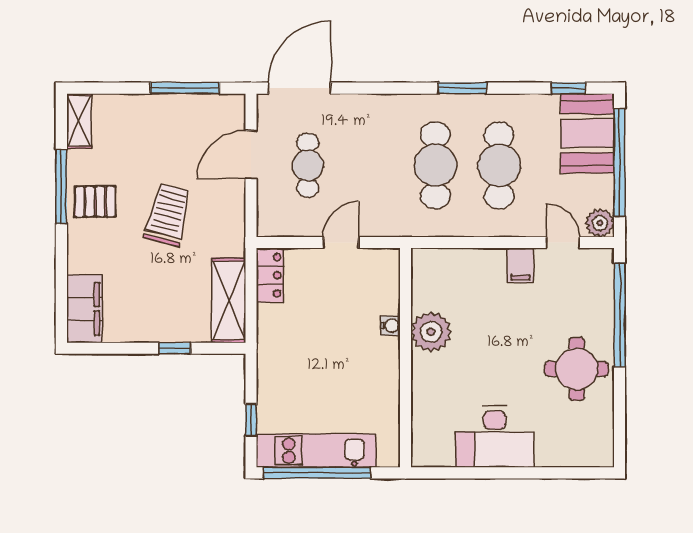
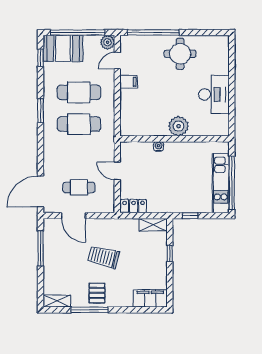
door: (300, 88) -> (41, 191), hinge flipped
shelving: (229, 300) -> (153, 225), width x0.67, depth x0.75
plant: (431, 332) -> (178, 126), moved
window: (251, 420) -> (190, 216), moved

